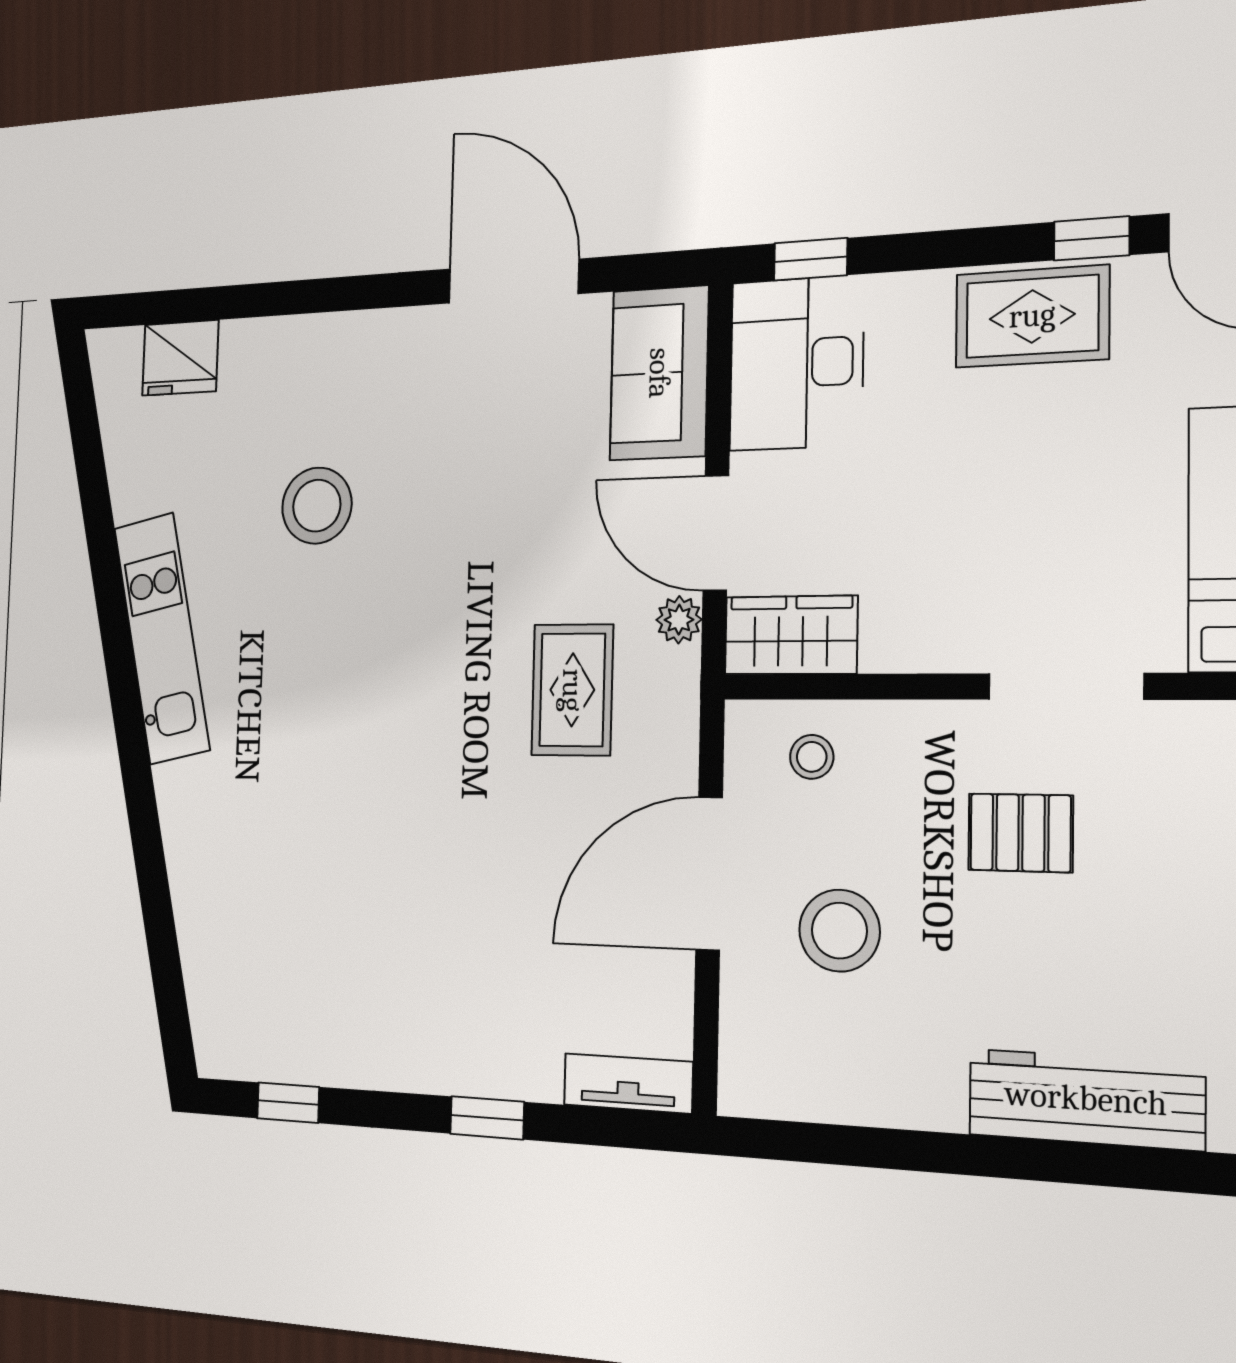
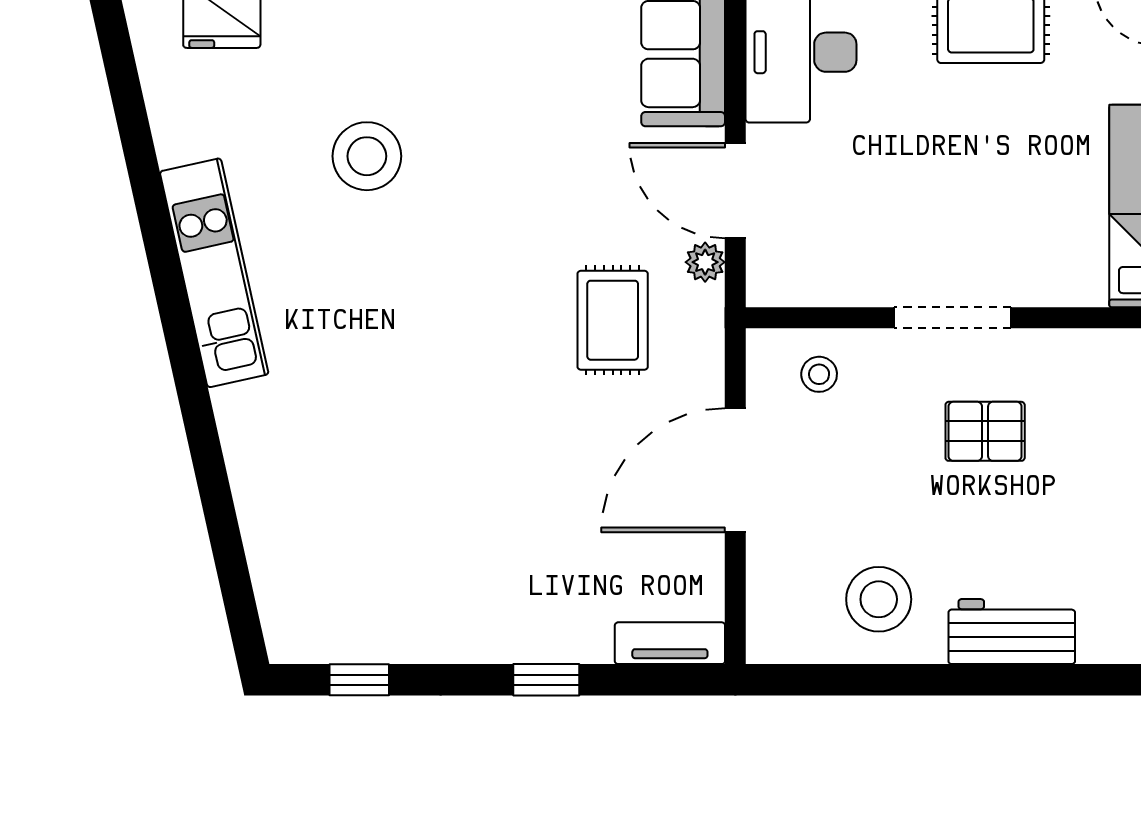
wardrobe: (791, 635) -> (800, 276), removed
doorway: (1066, 686) -> (952, 318), moved
stool: (839, 931) -> (879, 599), moved
workbench: (1086, 1099) -> (1012, 632), width x0.73

